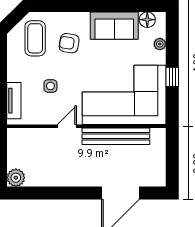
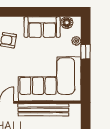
window: (172, 77) -> (86, 52), moved

